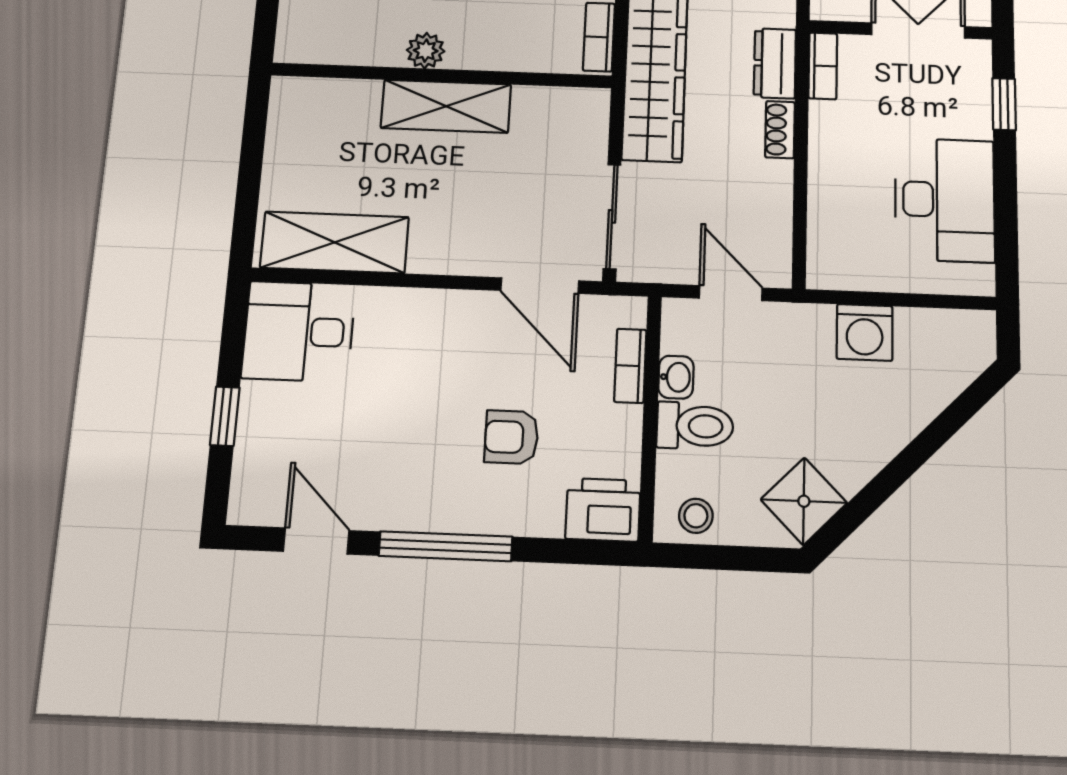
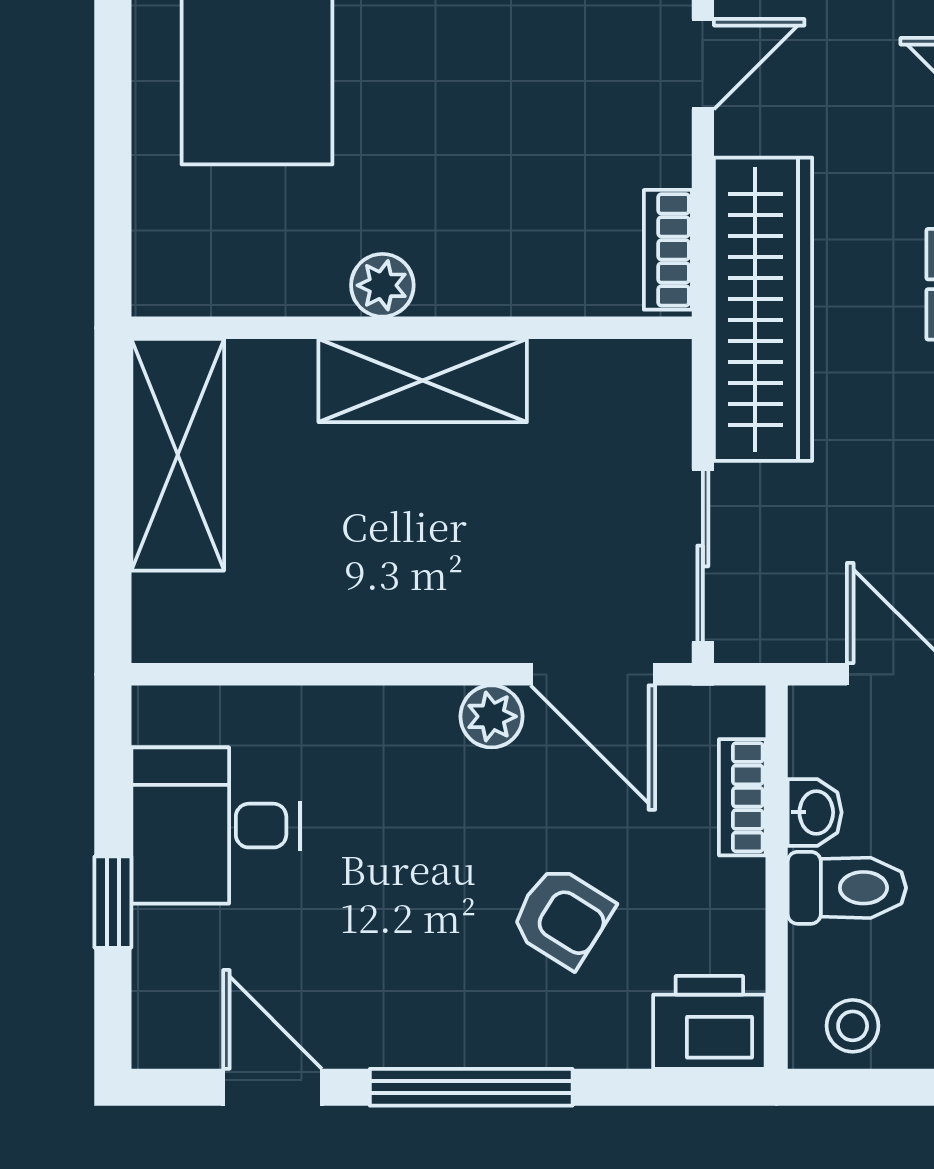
shelving: (335, 242) -> (178, 455), moved, turned 90
plant: (475, 309) -> (491, 716), added
desk: (299, 331) -> (216, 826), moved
armchair: (511, 437) -> (562, 917), turned -148

